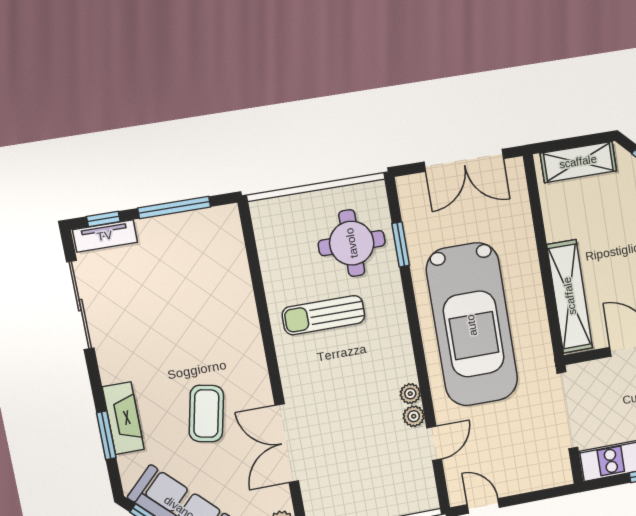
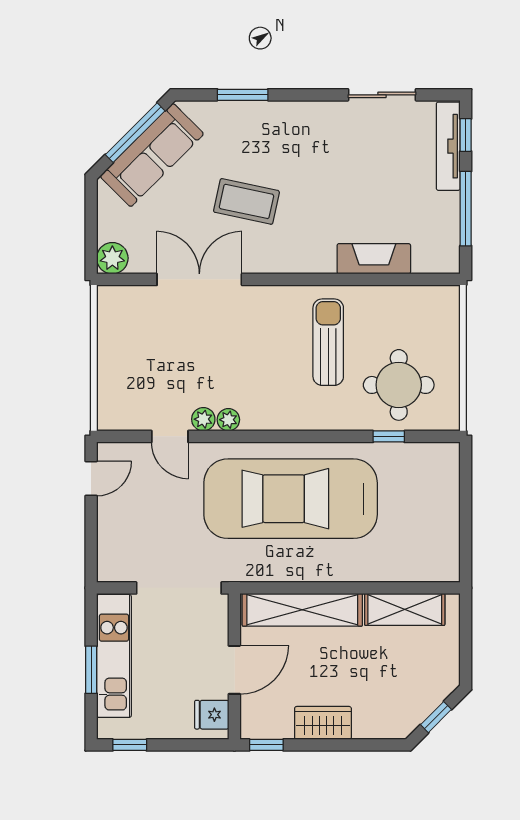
double door: (464, 160) -> (466, 518), removed
shelving: (578, 162) -> (405, 609), moved, turned 90
tv unit: (105, 236) -> (448, 146), width x1.41
window: (401, 244) -> (389, 436), width x0.67
sliding door: (80, 305) -> (382, 95), width x0.73
fireplace: (123, 418) -> (374, 259), moved, turned 180

